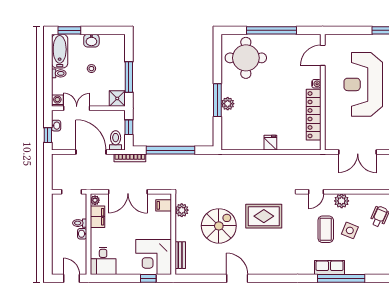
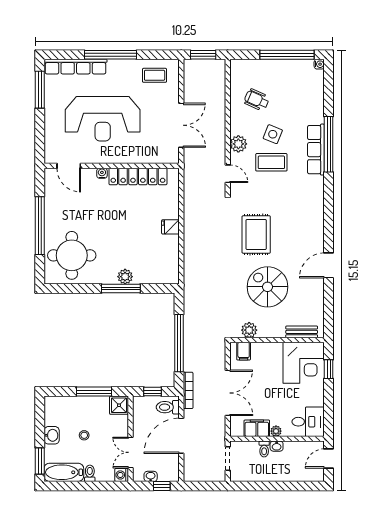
plant: (95, 200) -> (276, 431), moved
row of seats: (330, 267) -> (316, 150), width x1.48

